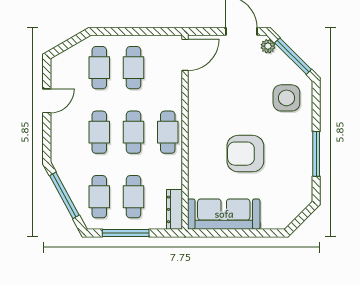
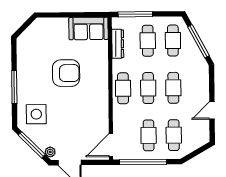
window: (142, 31) -> (143, 162), added
window: (316, 154) -> (14, 87), moved
dresser: (175, 209) -> (118, 44), moved
sofa: (224, 214) -> (88, 29), width x0.73
window: (126, 233) -> (135, 14), moved

